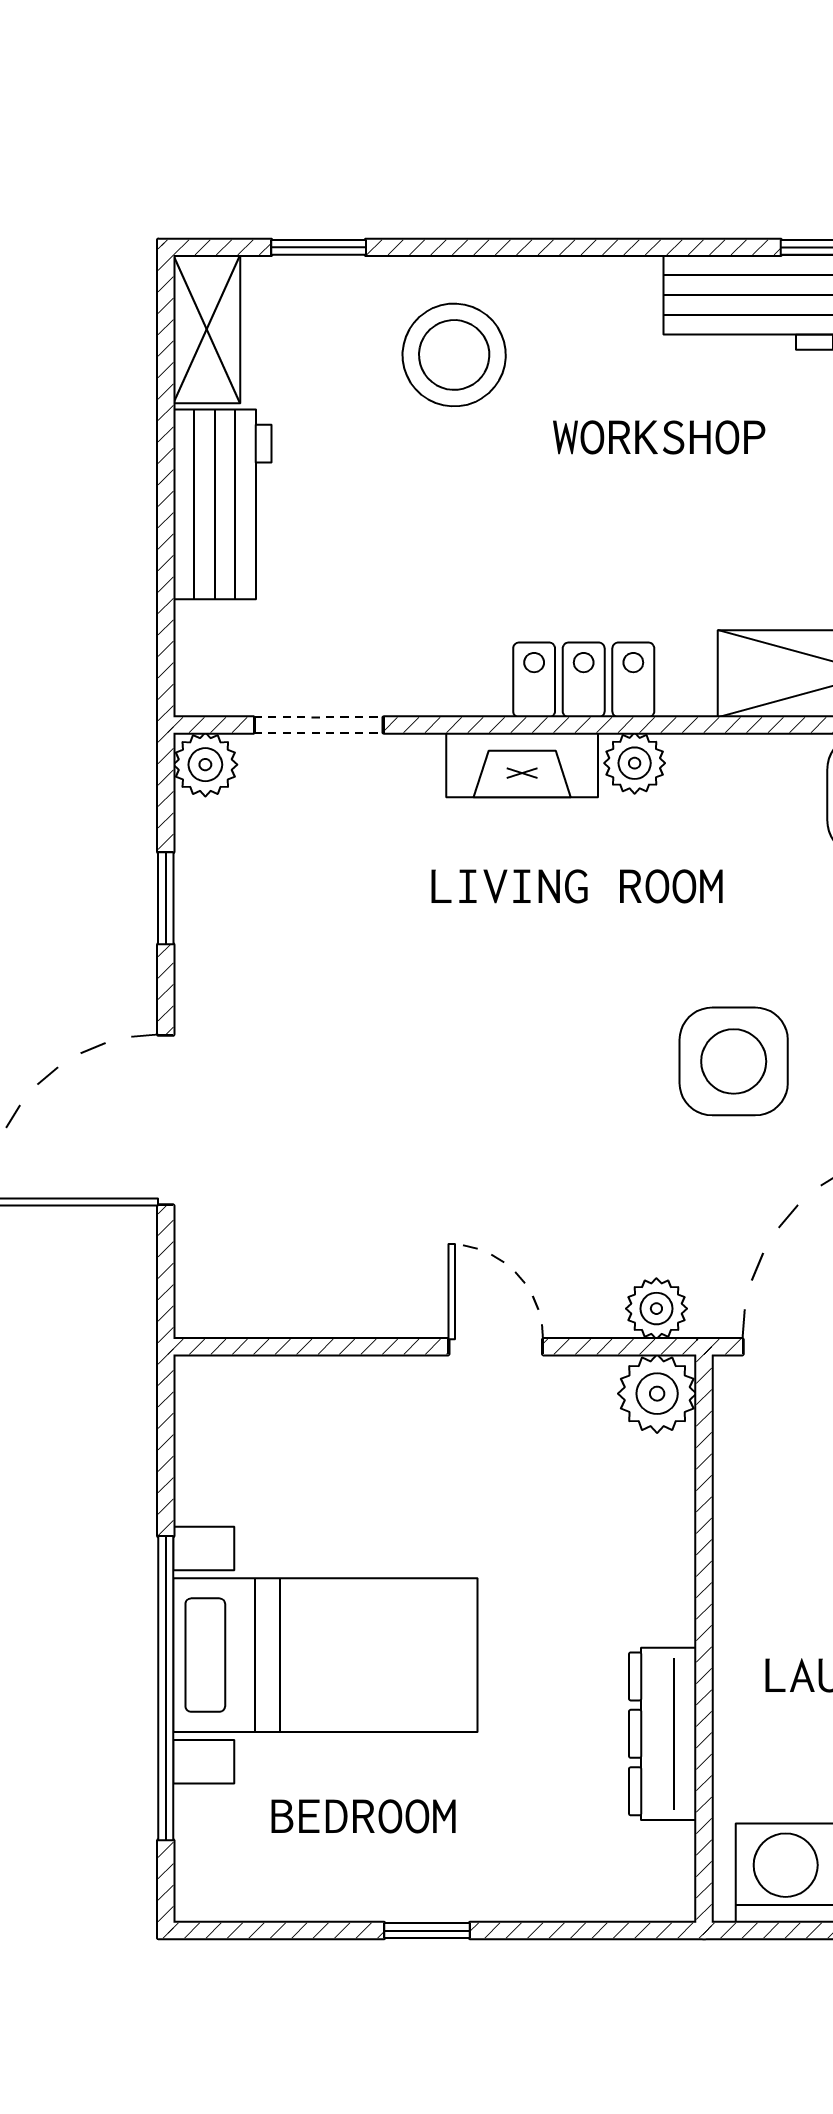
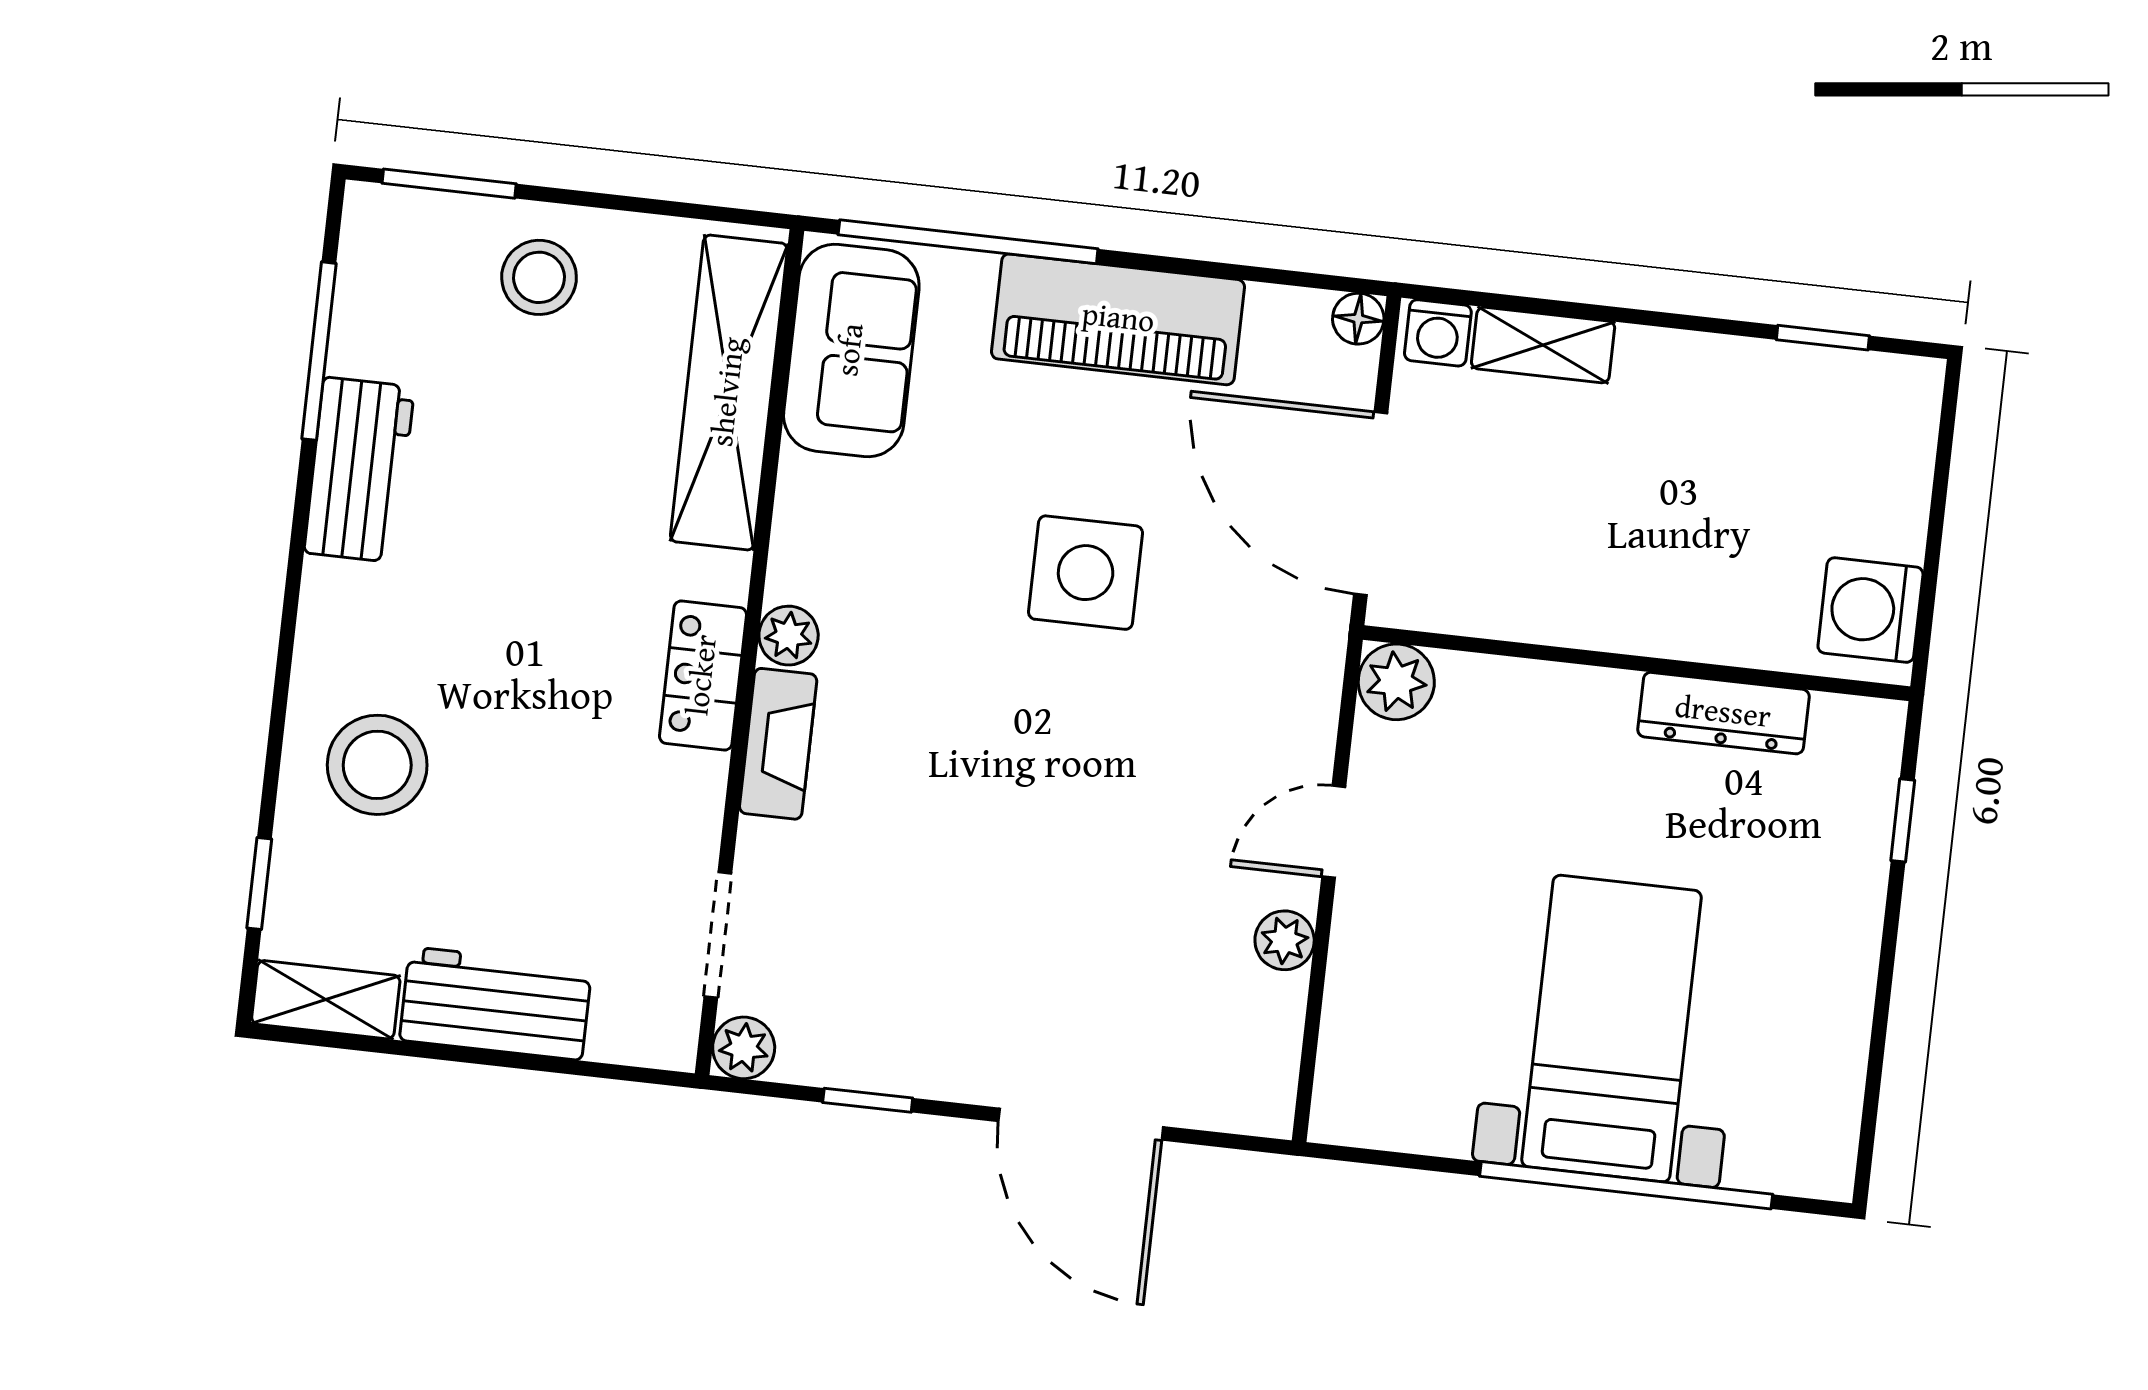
plant: (656, 1309) -> (1285, 940), moved
window: (427, 1931) -> (1903, 820), moved

